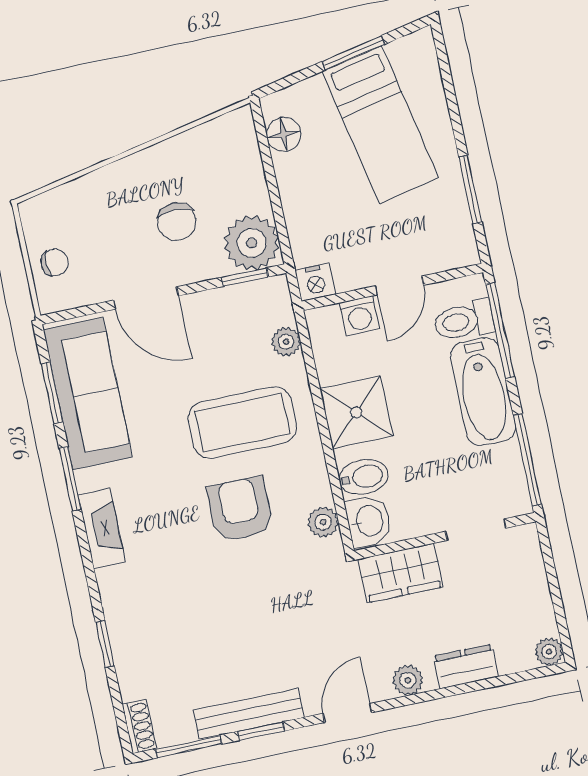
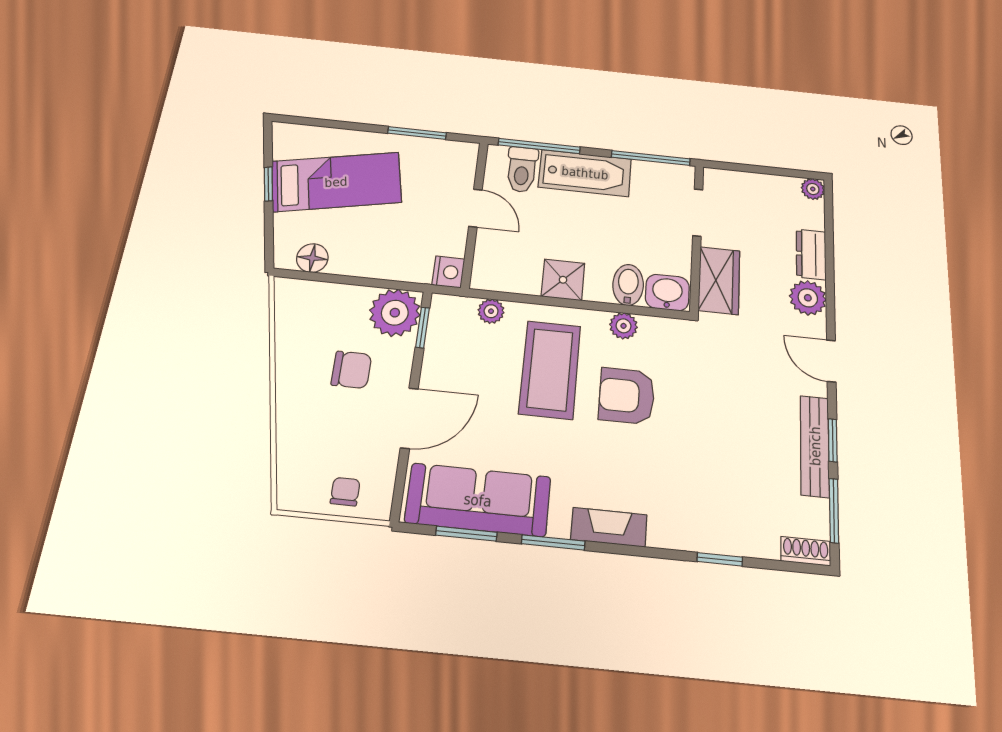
window: (353, 53) -> (268, 184), width x0.67
washing machine: (359, 316) -> (490, 246), removed
shower: (356, 412) -> (563, 280), width x0.73, depth x0.73
plant: (323, 522) -> (624, 326), moved
plant: (408, 680) -> (808, 298), width x1.38, depth x1.38

